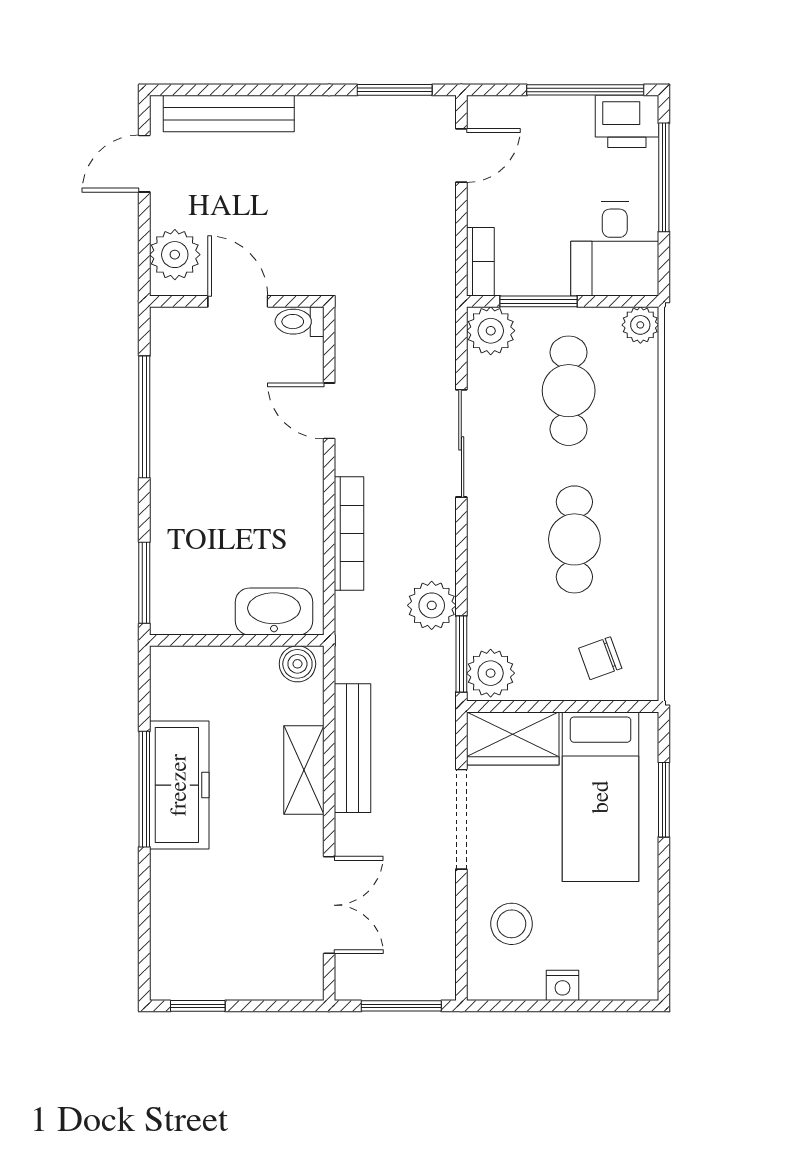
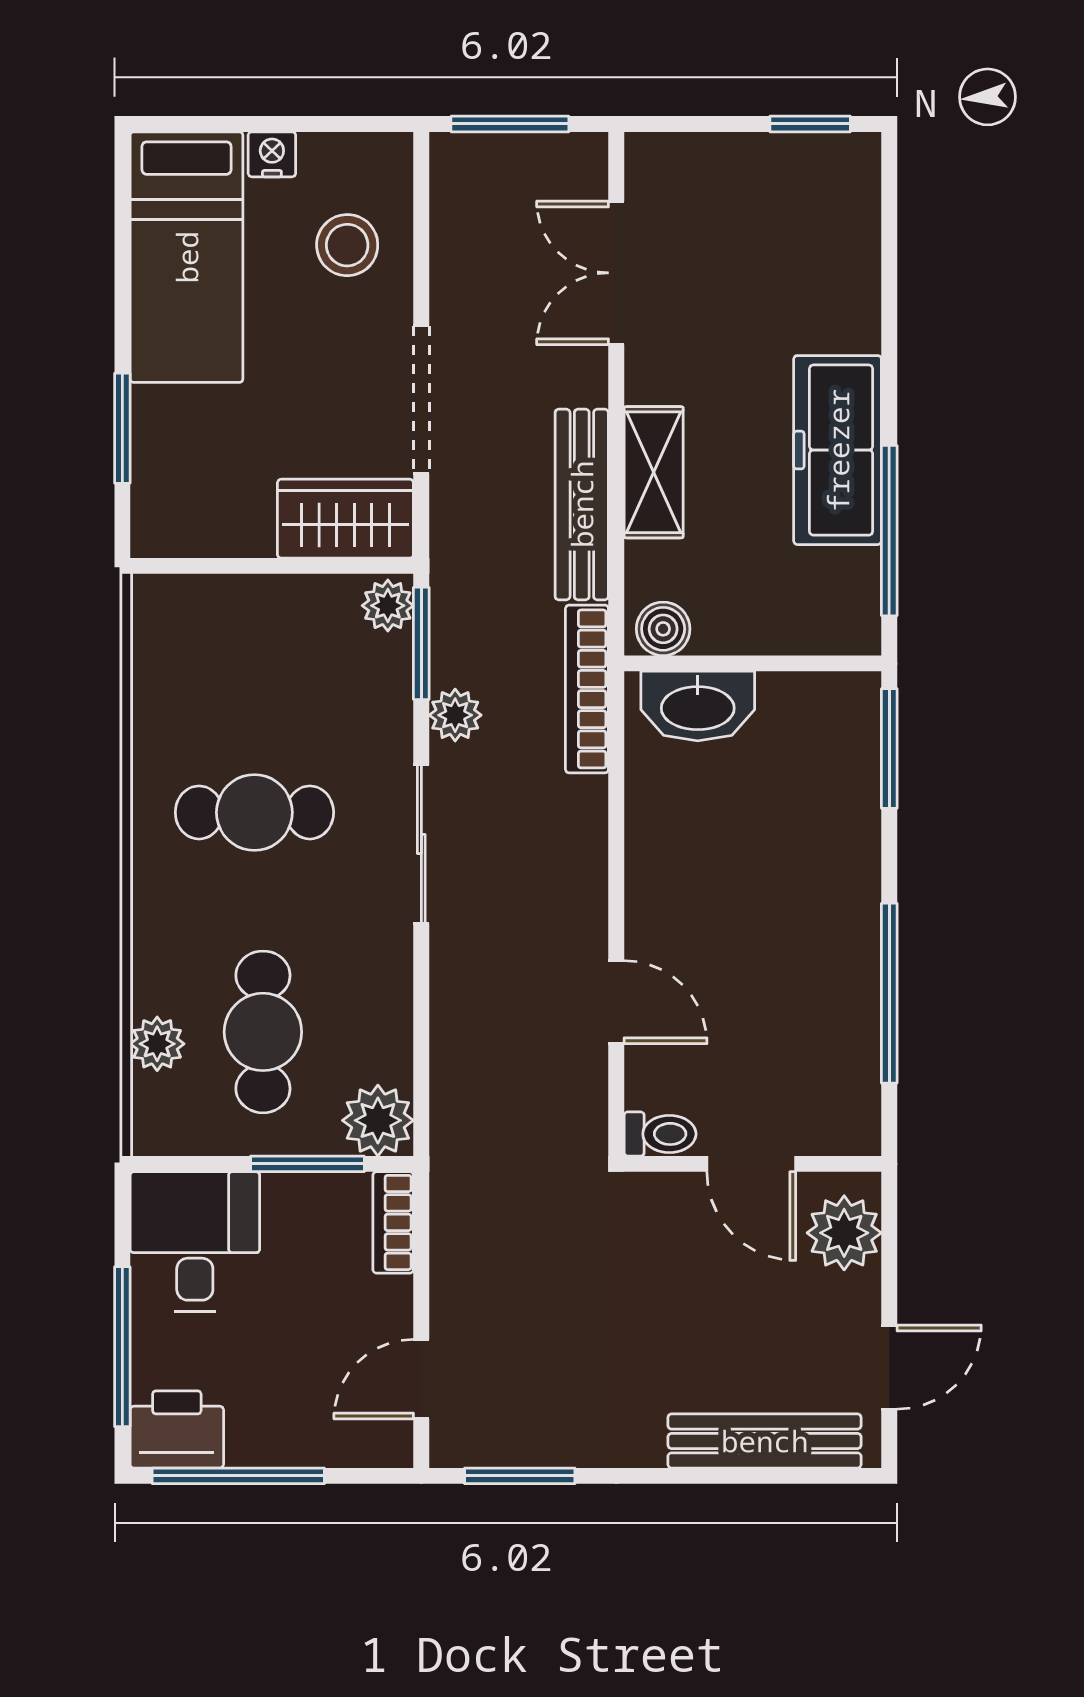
plant: (640, 325) -> (157, 1044), moved
sliding door: (461, 443) -> (421, 844), moved
bookcase: (349, 534) -> (587, 689), moved
cafe table: (574, 539) -> (254, 812), turned 90
plant: (432, 605) -> (455, 715), width x0.73, depth x0.73
chair: (600, 658) -> (216, 637), removed
plant: (491, 673) -> (388, 606), width x0.73, depth x0.73
window: (144, 789) -> (889, 531), moved
bed: (601, 797) -> (187, 257), moved, turned 180

